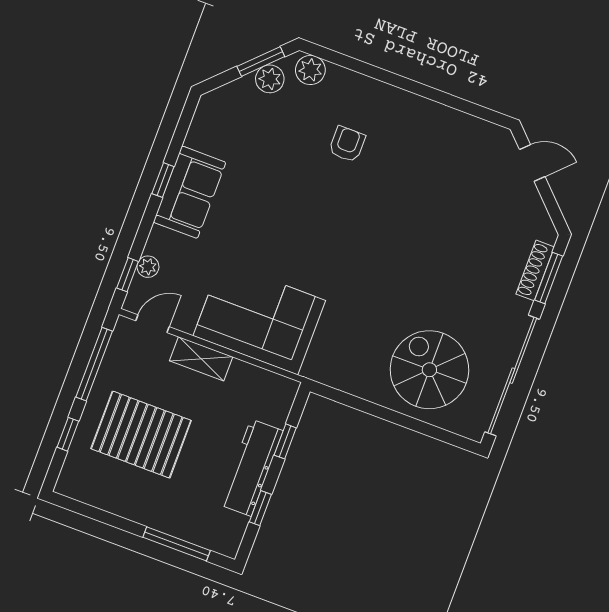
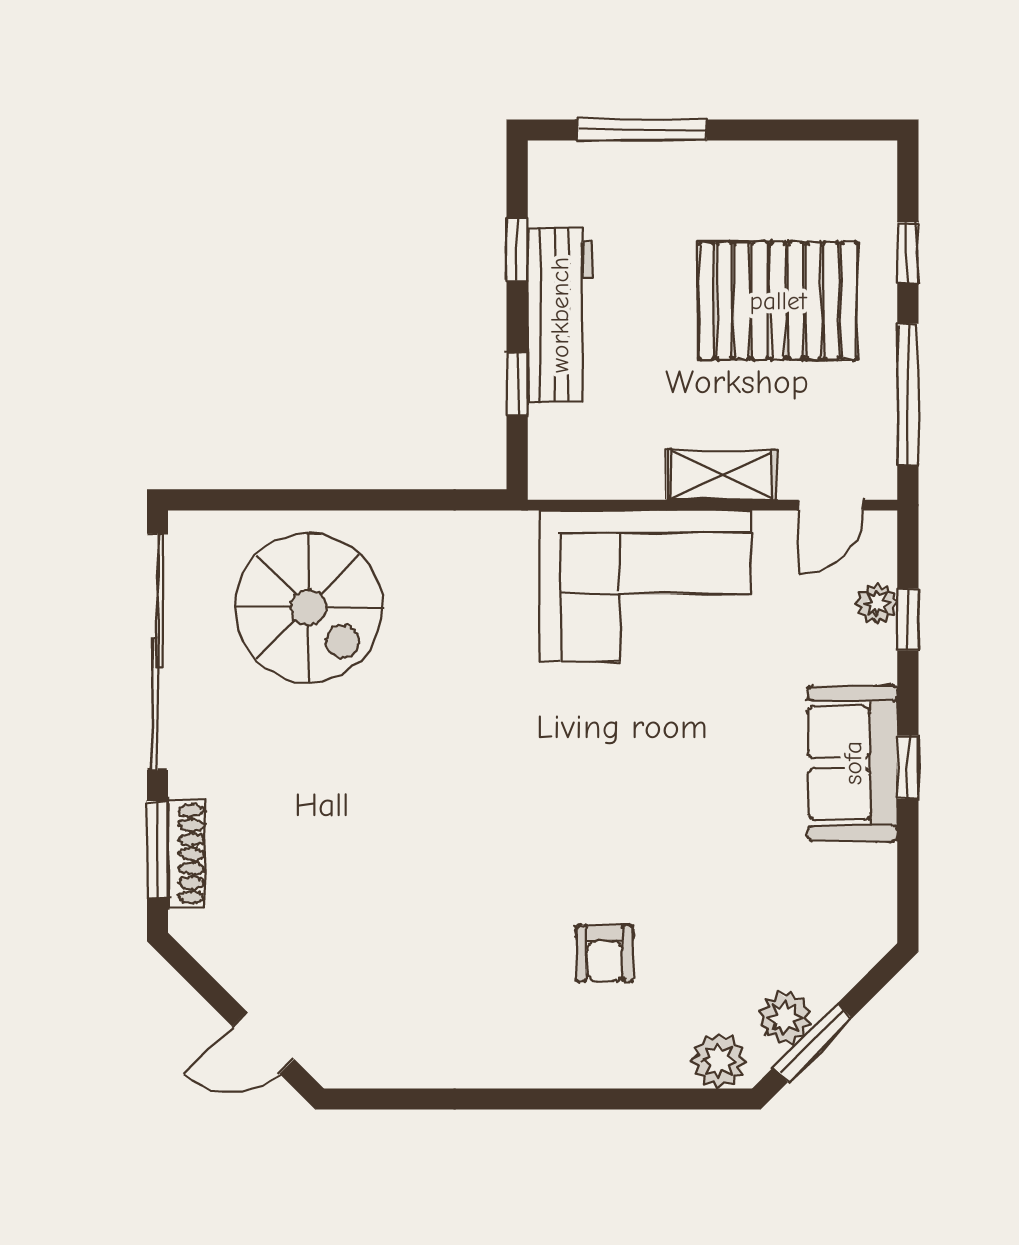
window: (128, 275) -> (908, 619), moved

